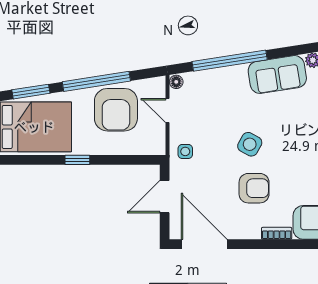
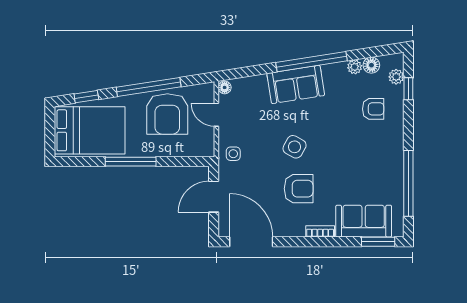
window: (230, 61) -> (311, 62), moved
sofa: (277, 75) -> (296, 84), moved
window: (31, 92) -> (86, 97), width x0.67
window: (77, 160) -> (131, 162), width x2.17

